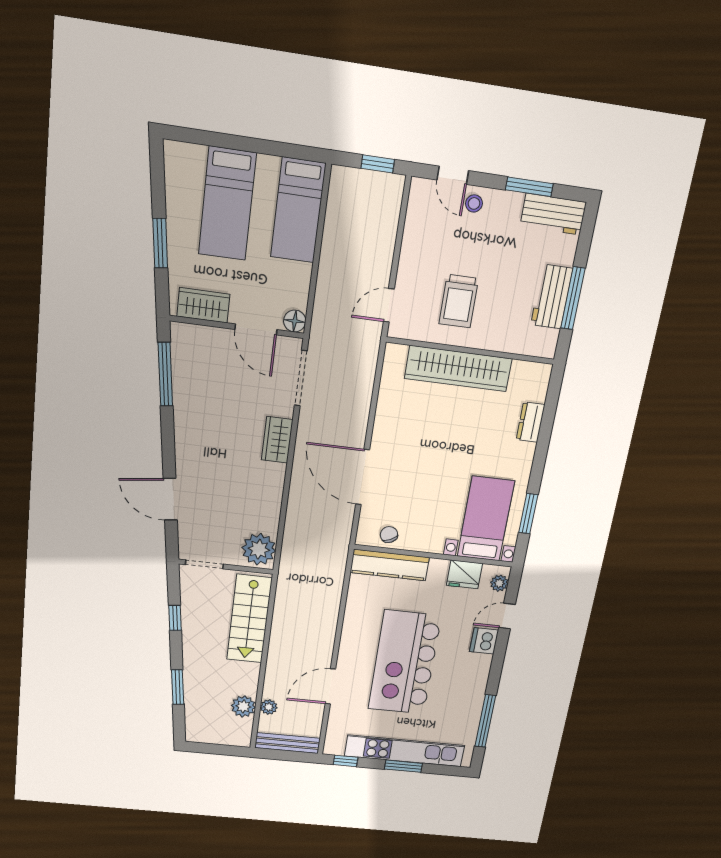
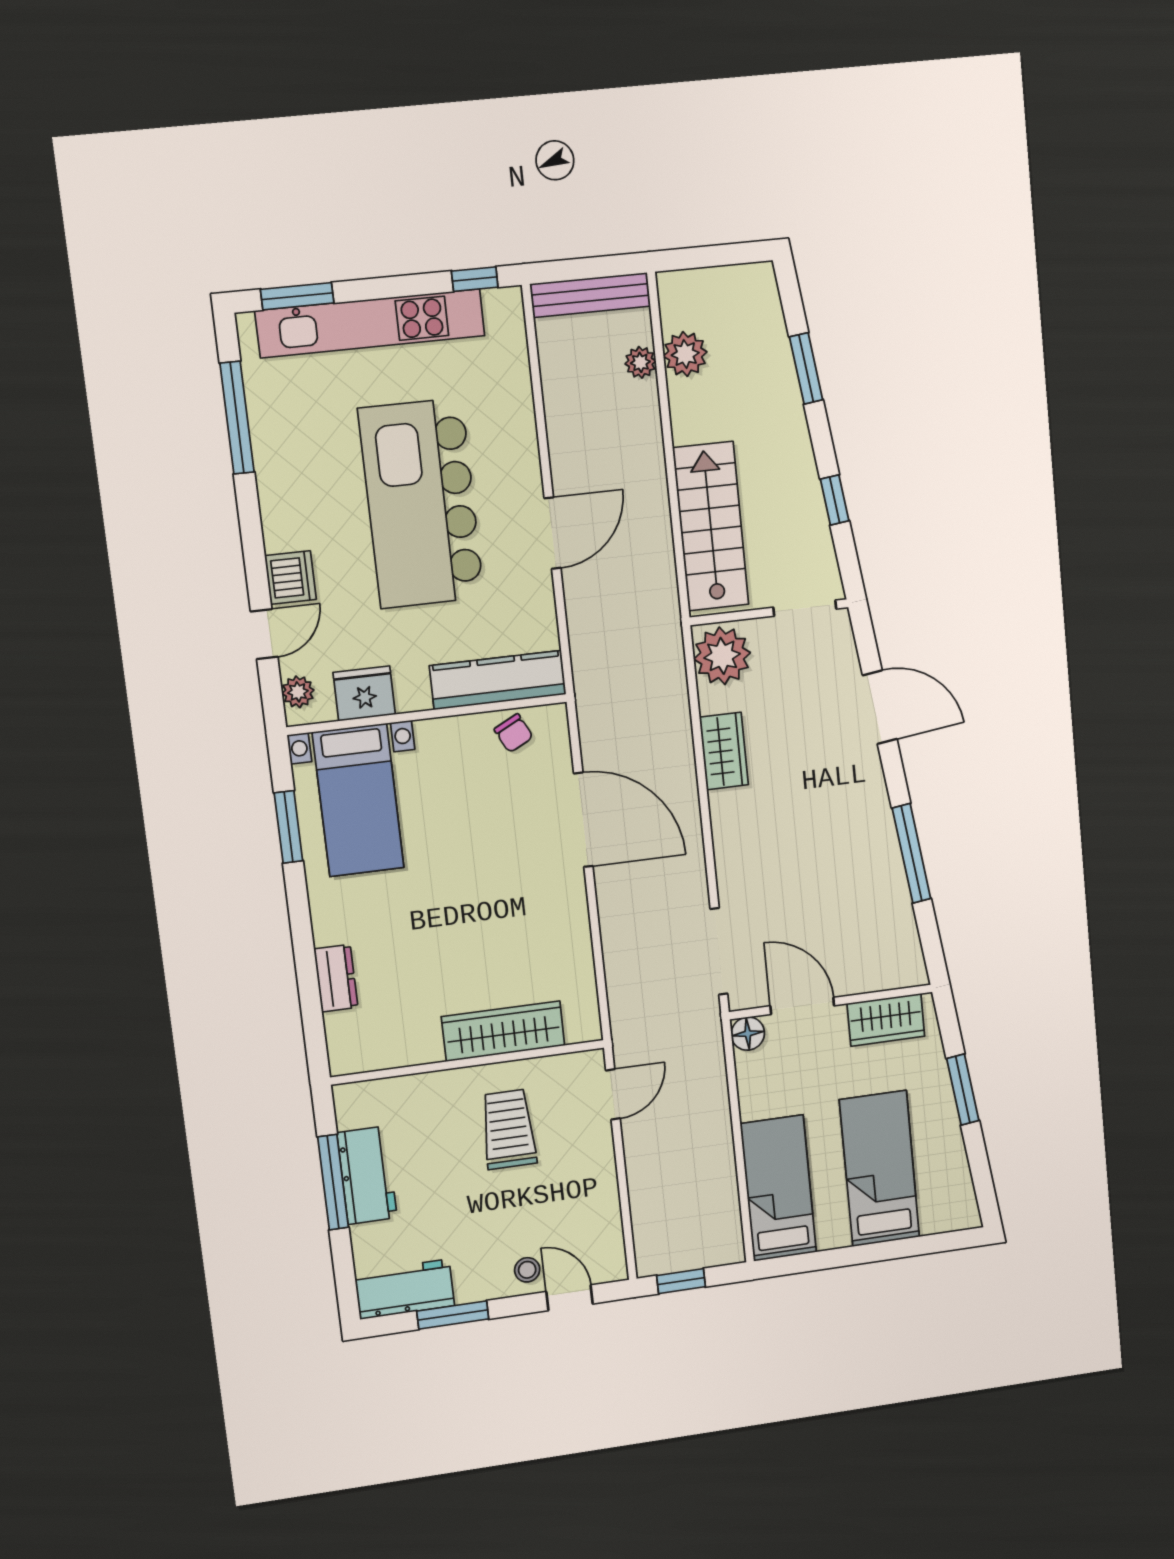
wardrobe: (458, 369) -> (503, 1031), width x0.71, depth x0.85
window: (165, 374) -> (912, 853), moved
wardrobe: (277, 440) -> (724, 751), moved
kitchen island: (404, 663) -> (421, 503), turned 180
door: (330, 686) -> (552, 533), moved
window: (403, 766) -> (297, 296), moved

